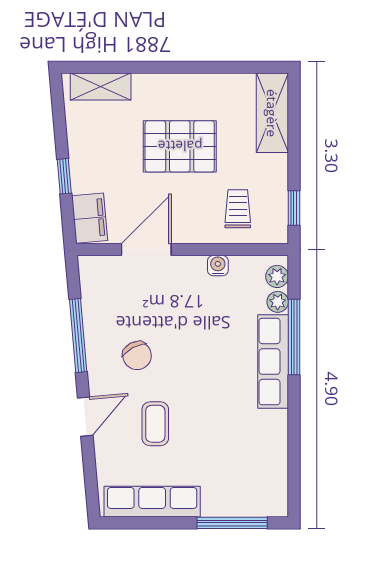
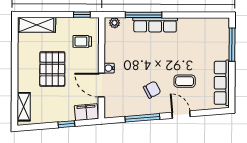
water cooler: (218, 266) -> (109, 68), moved
plant: (278, 302) -> (127, 23), removed

